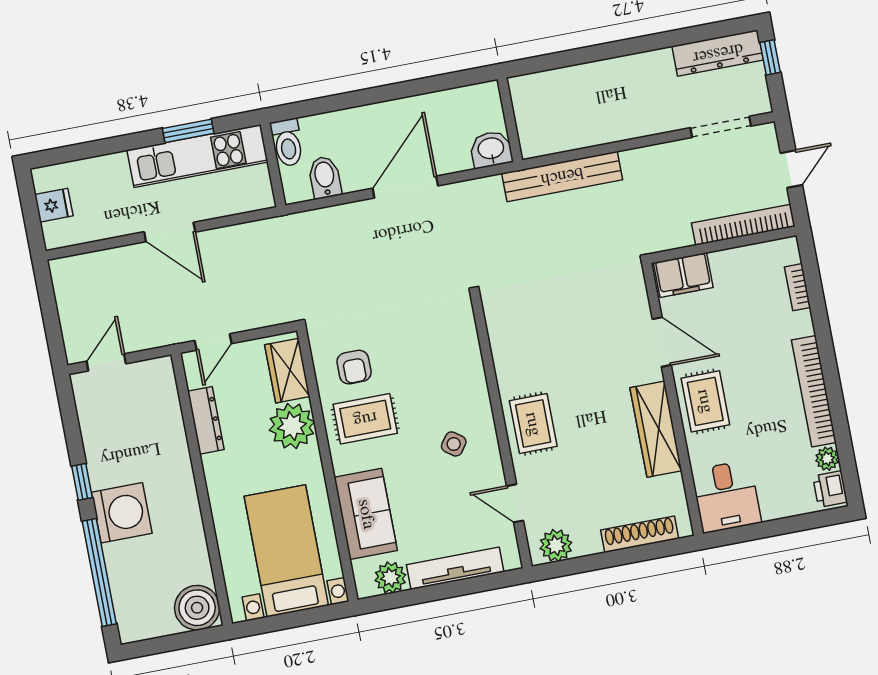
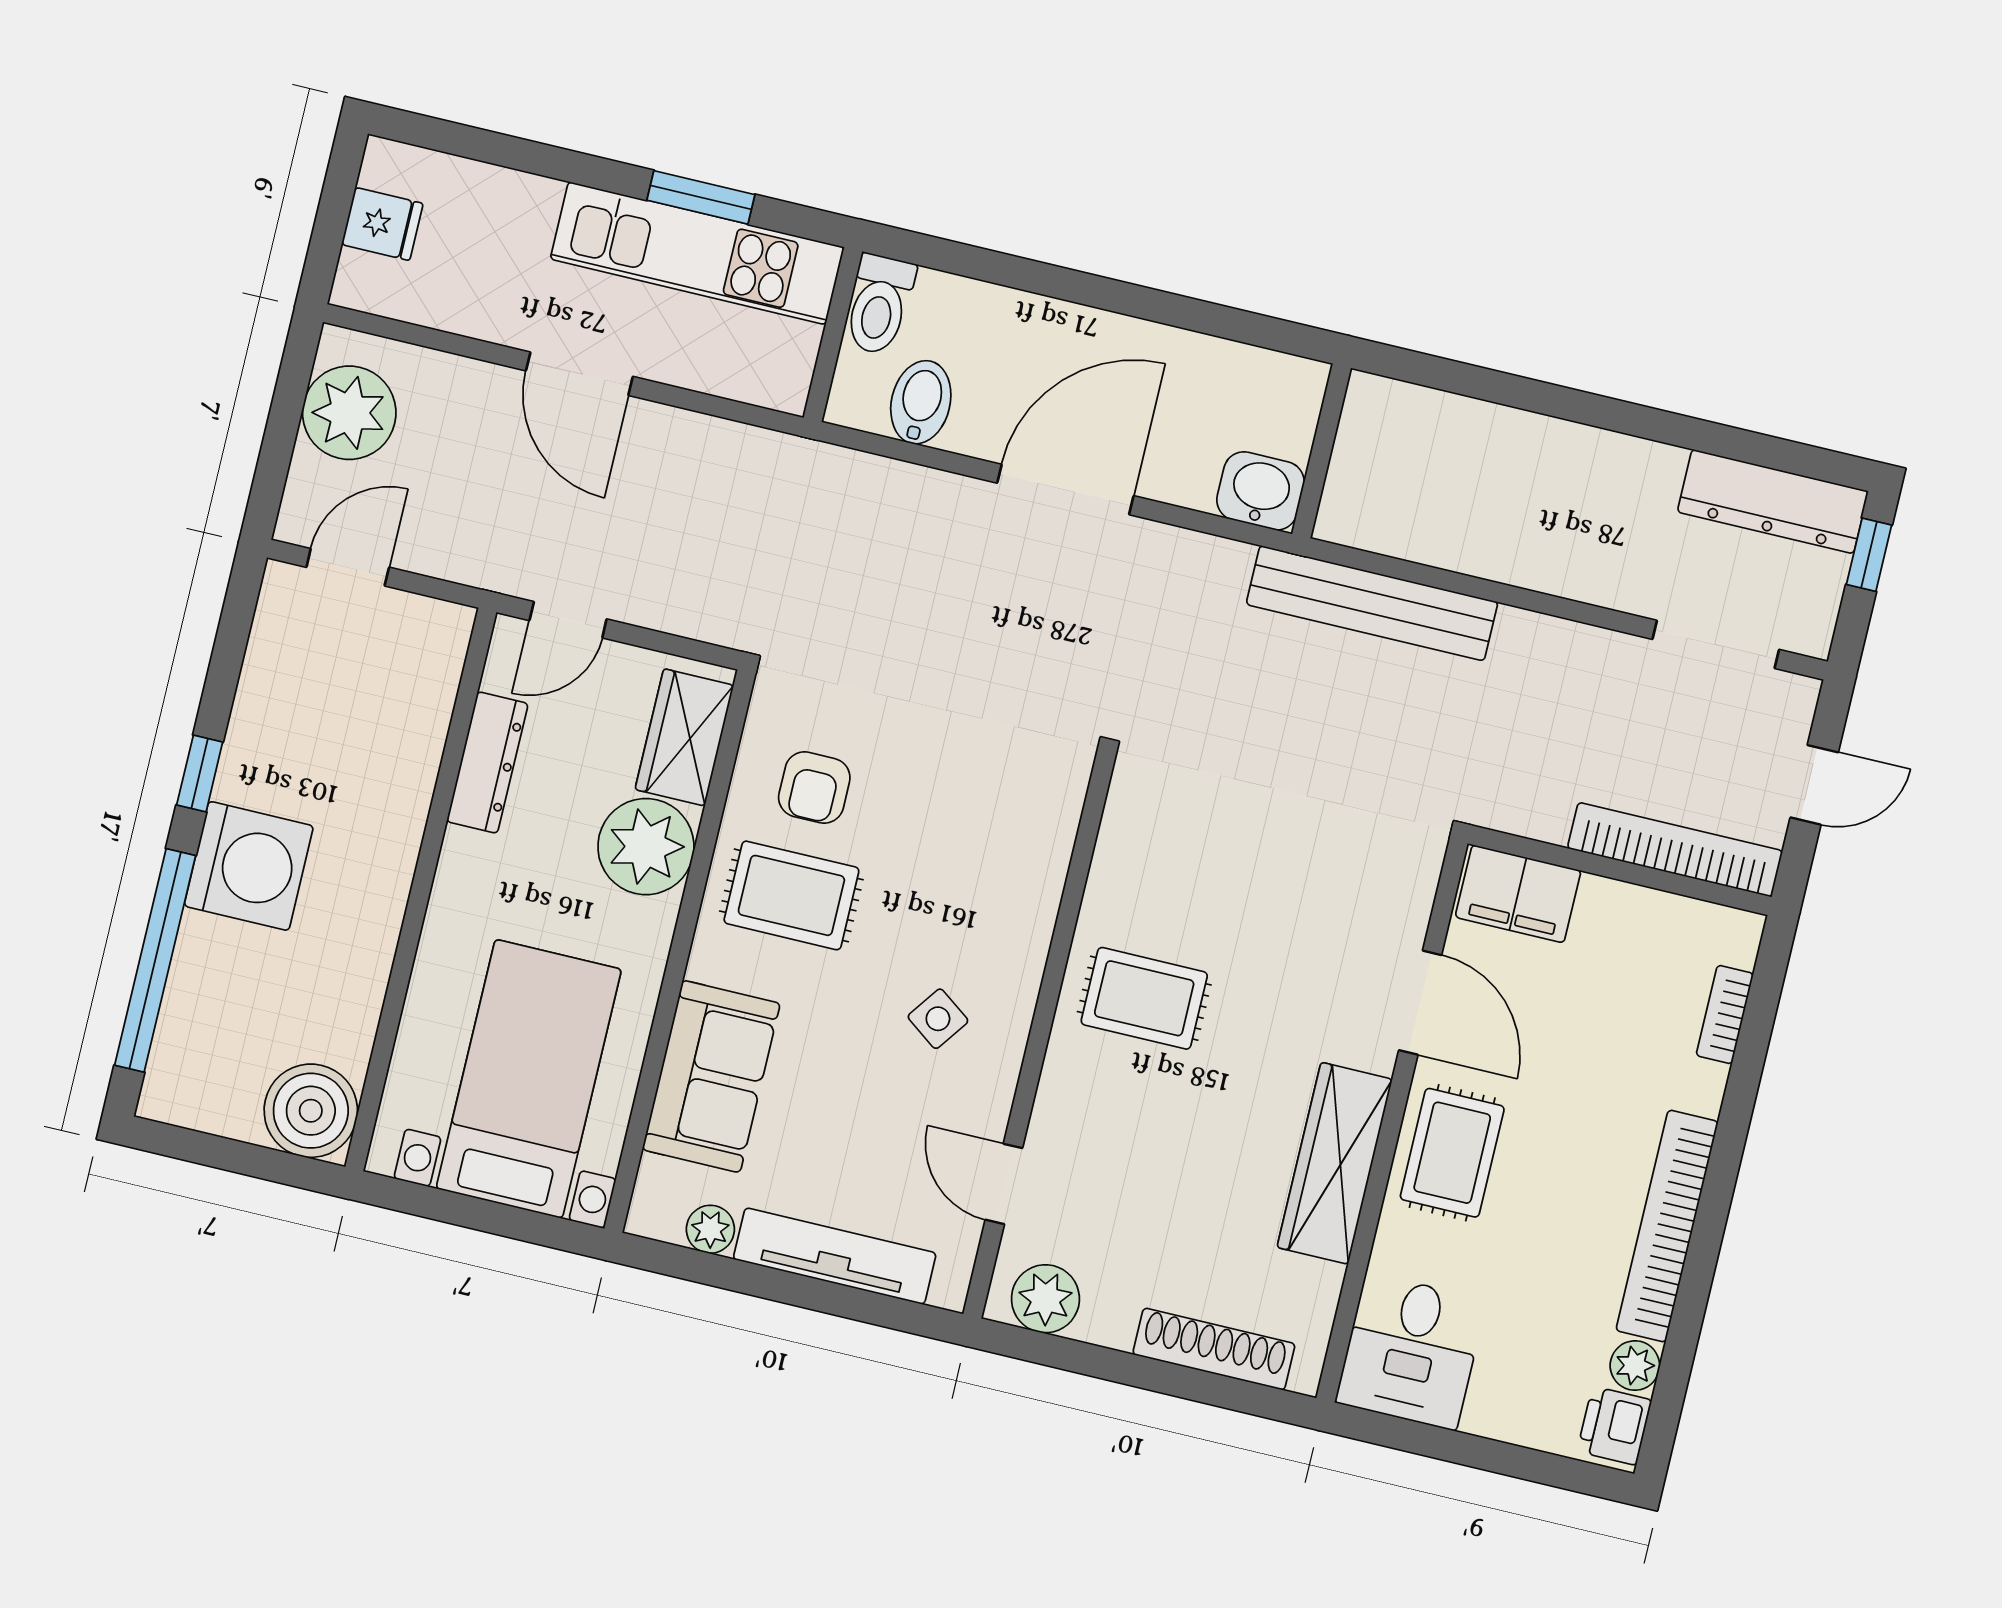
plant: (76, 294) -> (349, 413), added
rug: (533, 424) -> (1144, 998), moved, turned 90
plant: (390, 578) -> (710, 1229), width x0.73, depth x0.73

